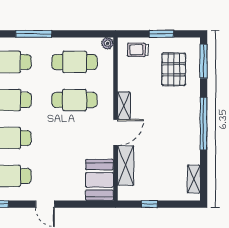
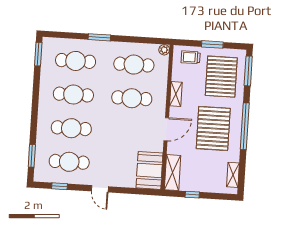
window: (34, 34) -> (99, 37), width x0.69
pallet: (174, 69) -> (221, 77), width x1.37, depth x1.41
shelving: (124, 106) -> (176, 94), moved
pallet: (168, 128) -> (213, 128), added
shelving: (126, 166) -> (173, 173), moved

